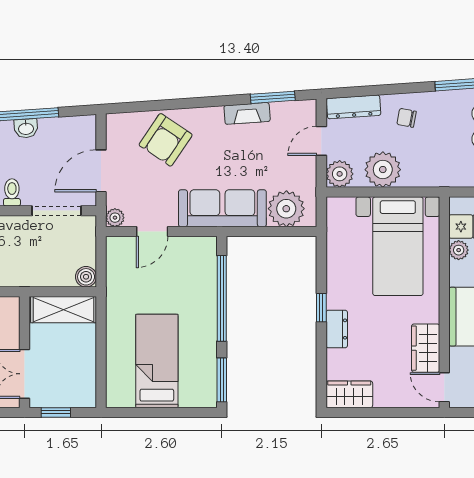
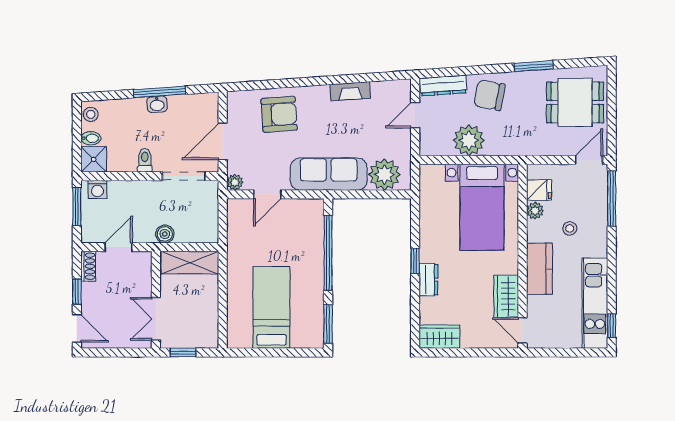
window: (273, 97) -> (373, 77), removed
chair: (407, 118) -> (490, 95), width x1.87, depth x1.87
armchair: (166, 140) -> (279, 114), turned -128
plant: (340, 174) -> (431, 144), removed
boiler: (86, 277) -> (165, 234), moved

